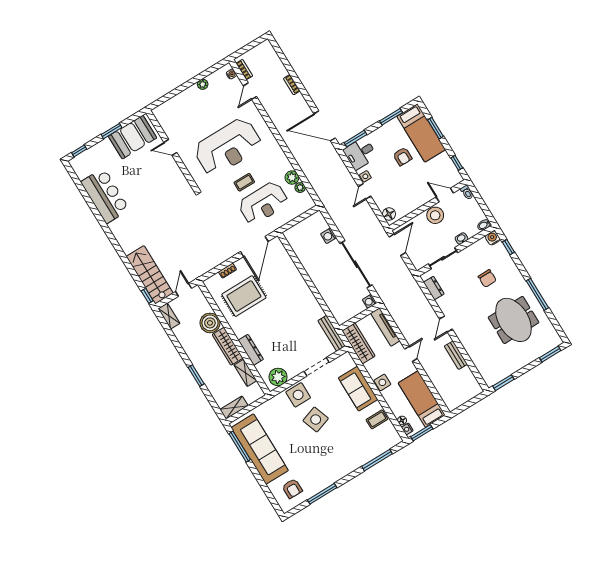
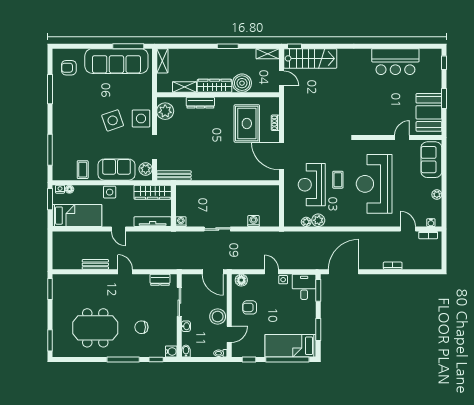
sofa: (174, 109) -> (431, 160), added
window: (436, 128) -> (287, 360), width x2.11
armchair: (402, 156) -> (250, 307), moved
sliding door: (356, 264) -> (217, 229), width x0.54
window: (537, 294) -> (123, 360), moved
plant: (341, 363) -> (146, 169), added
window: (196, 376) -> (228, 46), moved

